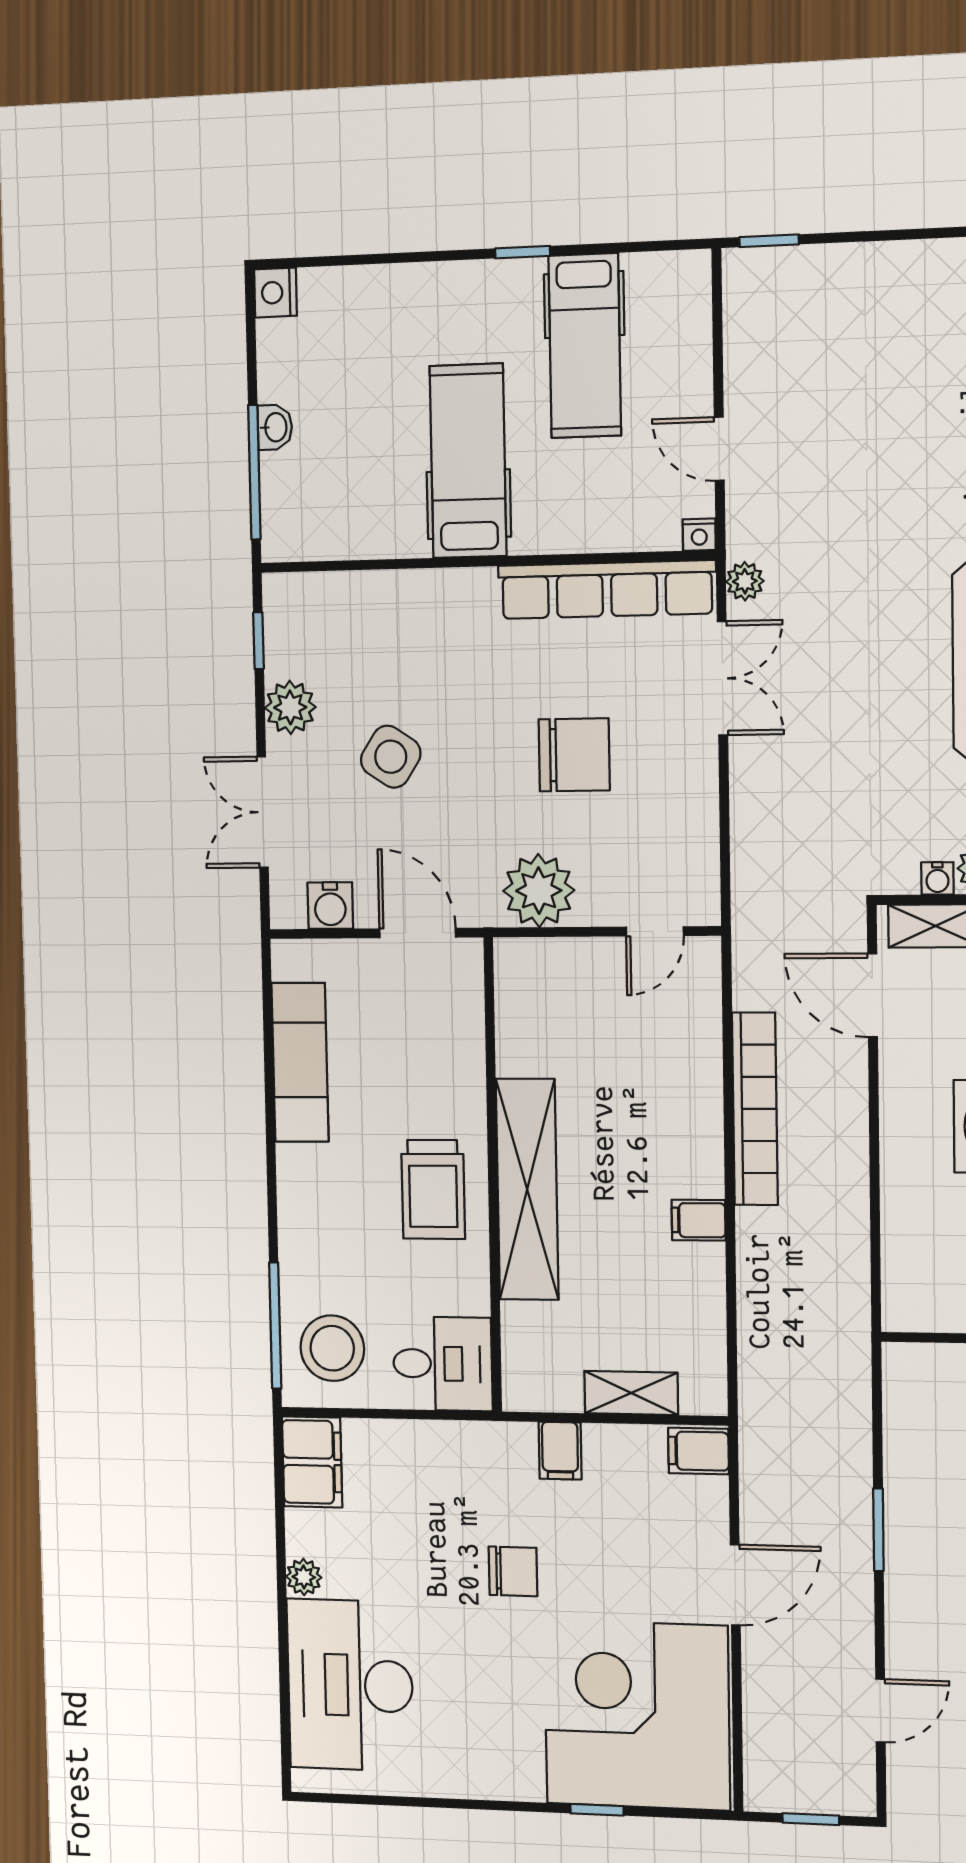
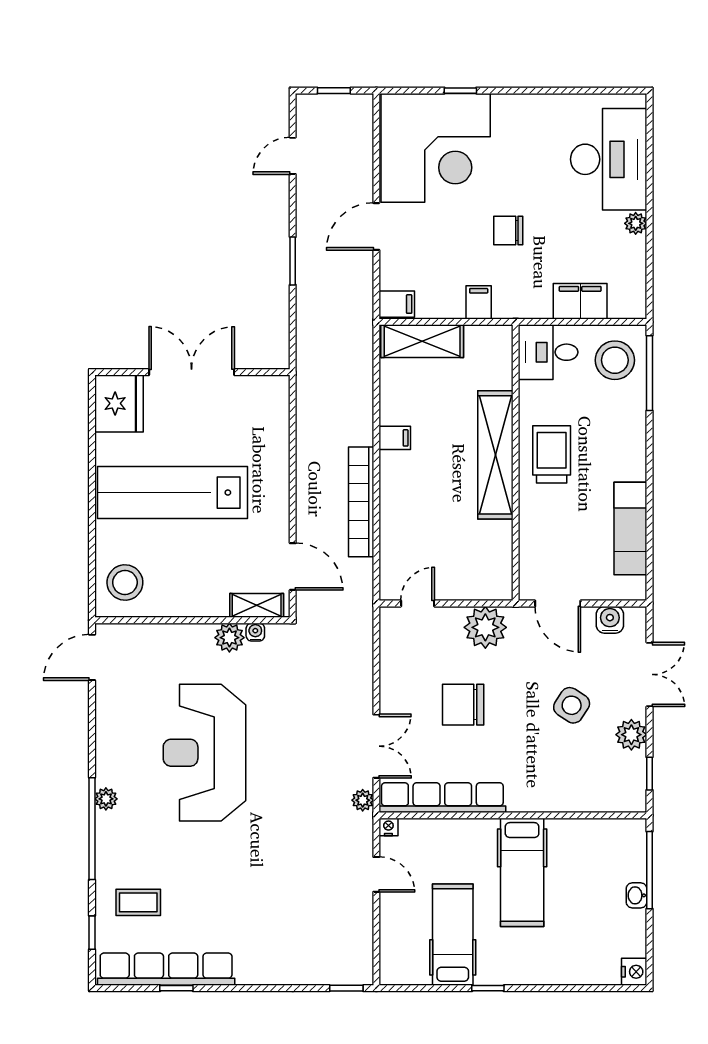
double door: (722, 678) -> (376, 746), swing flipped
shelving: (631, 1393) -> (422, 341), width x1.50, depth x1.33
filing cabinet: (312, 1462) -> (580, 301), moved, turned 90

